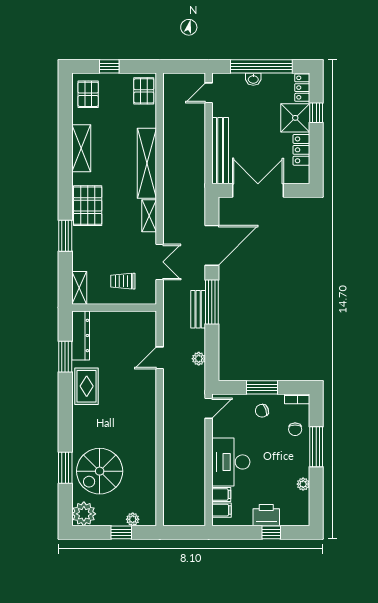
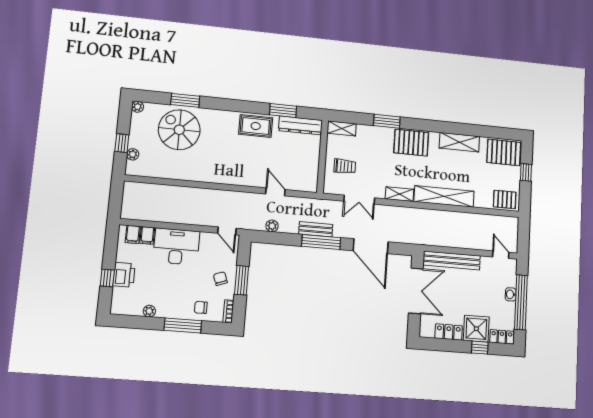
pallet: (88, 94) -> (504, 152), width x1.50, depth x1.42
trolley: (123, 281) -> (345, 166), turned 90
plant: (84, 514) -> (138, 107), width x0.53, depth x0.53

